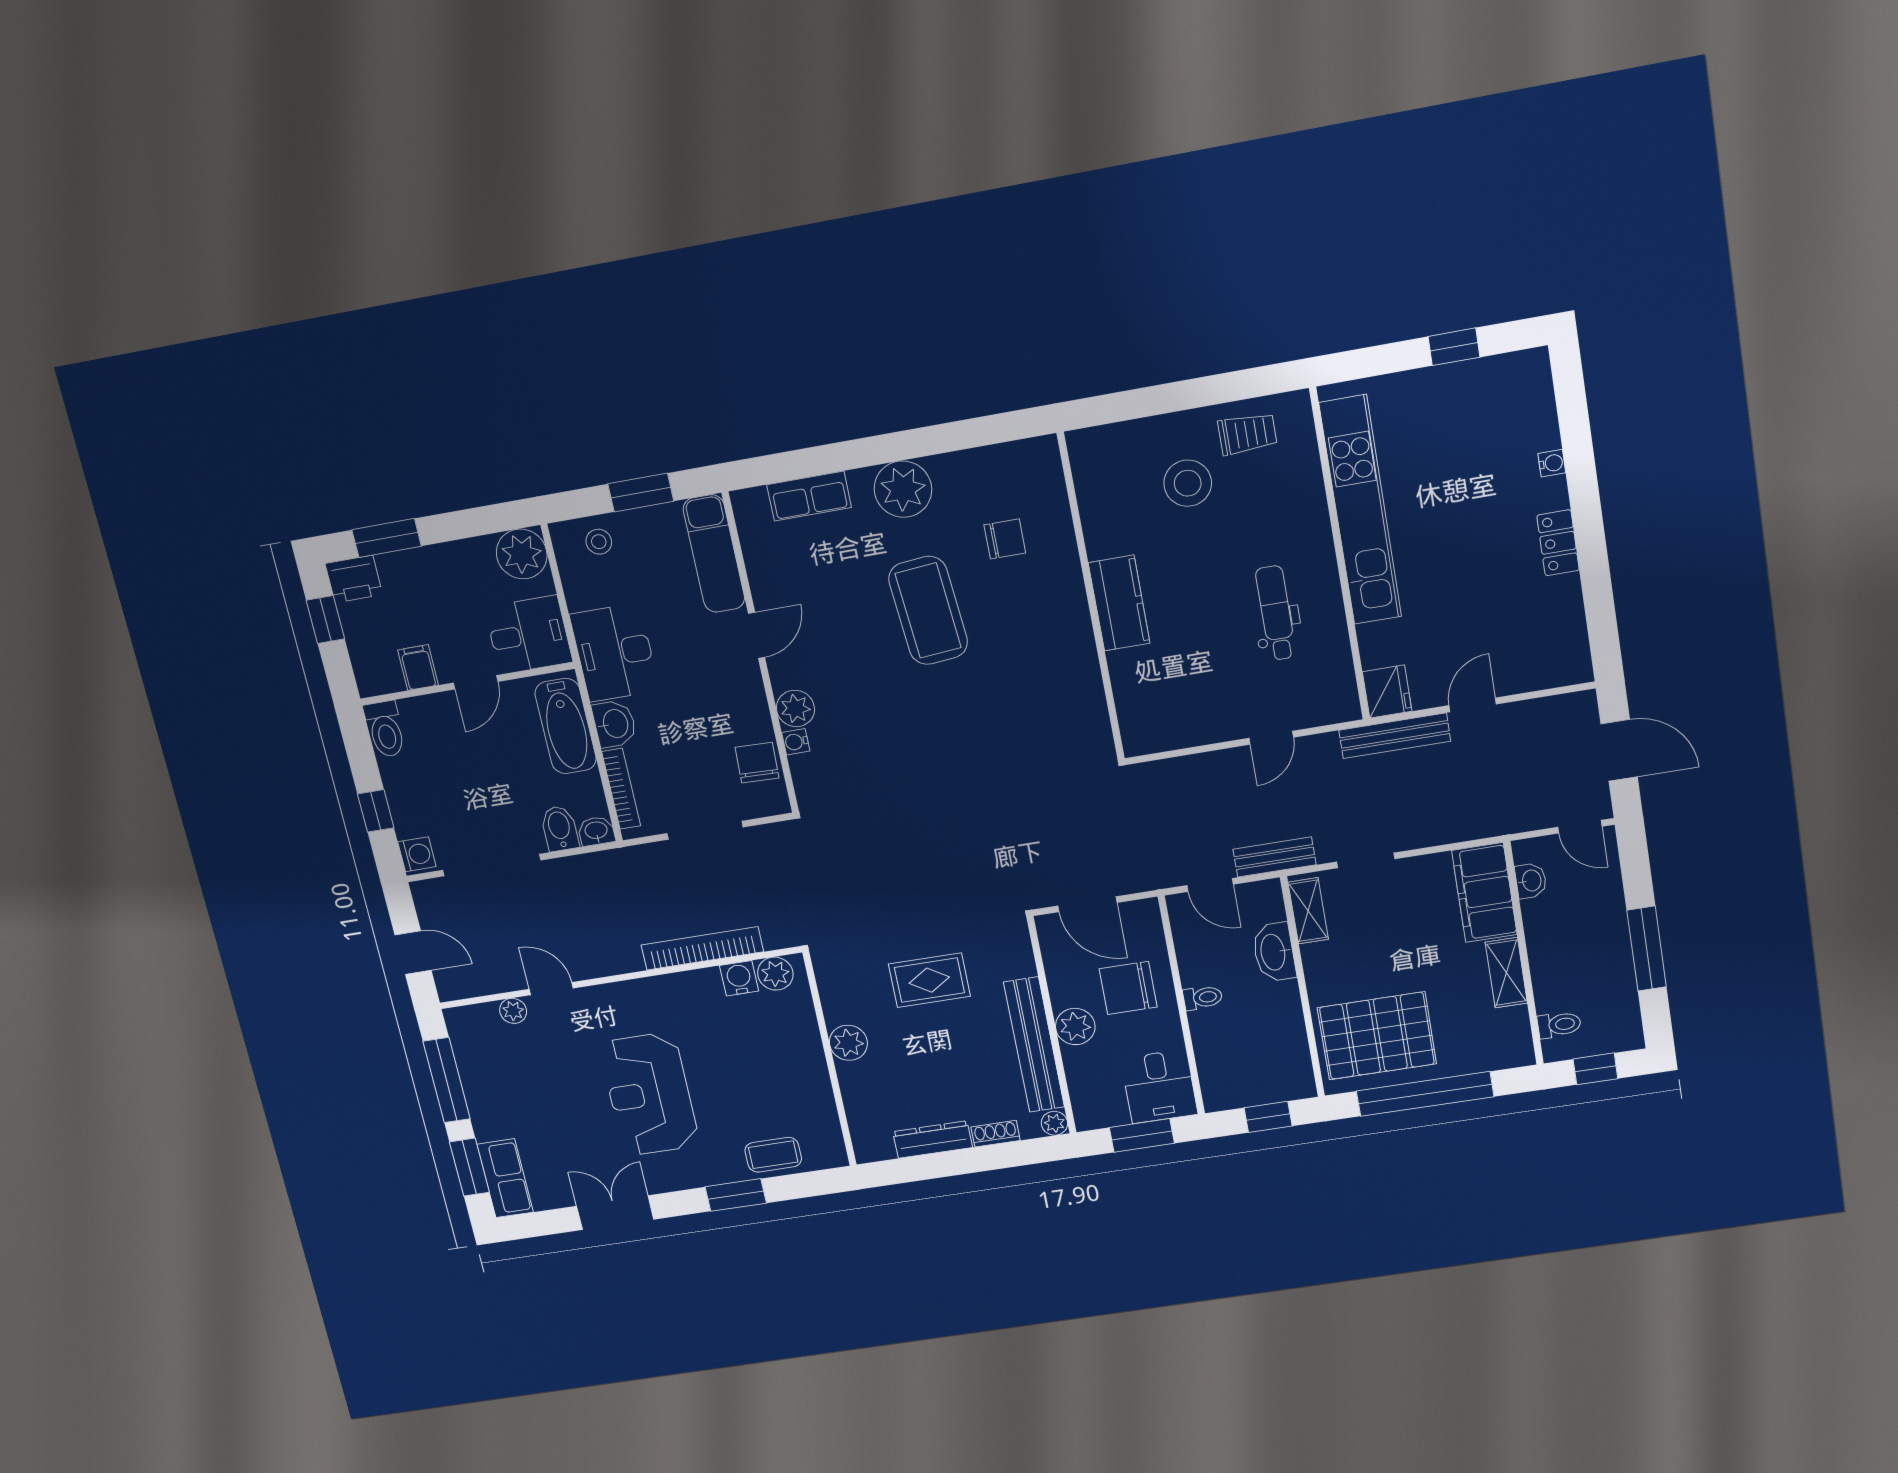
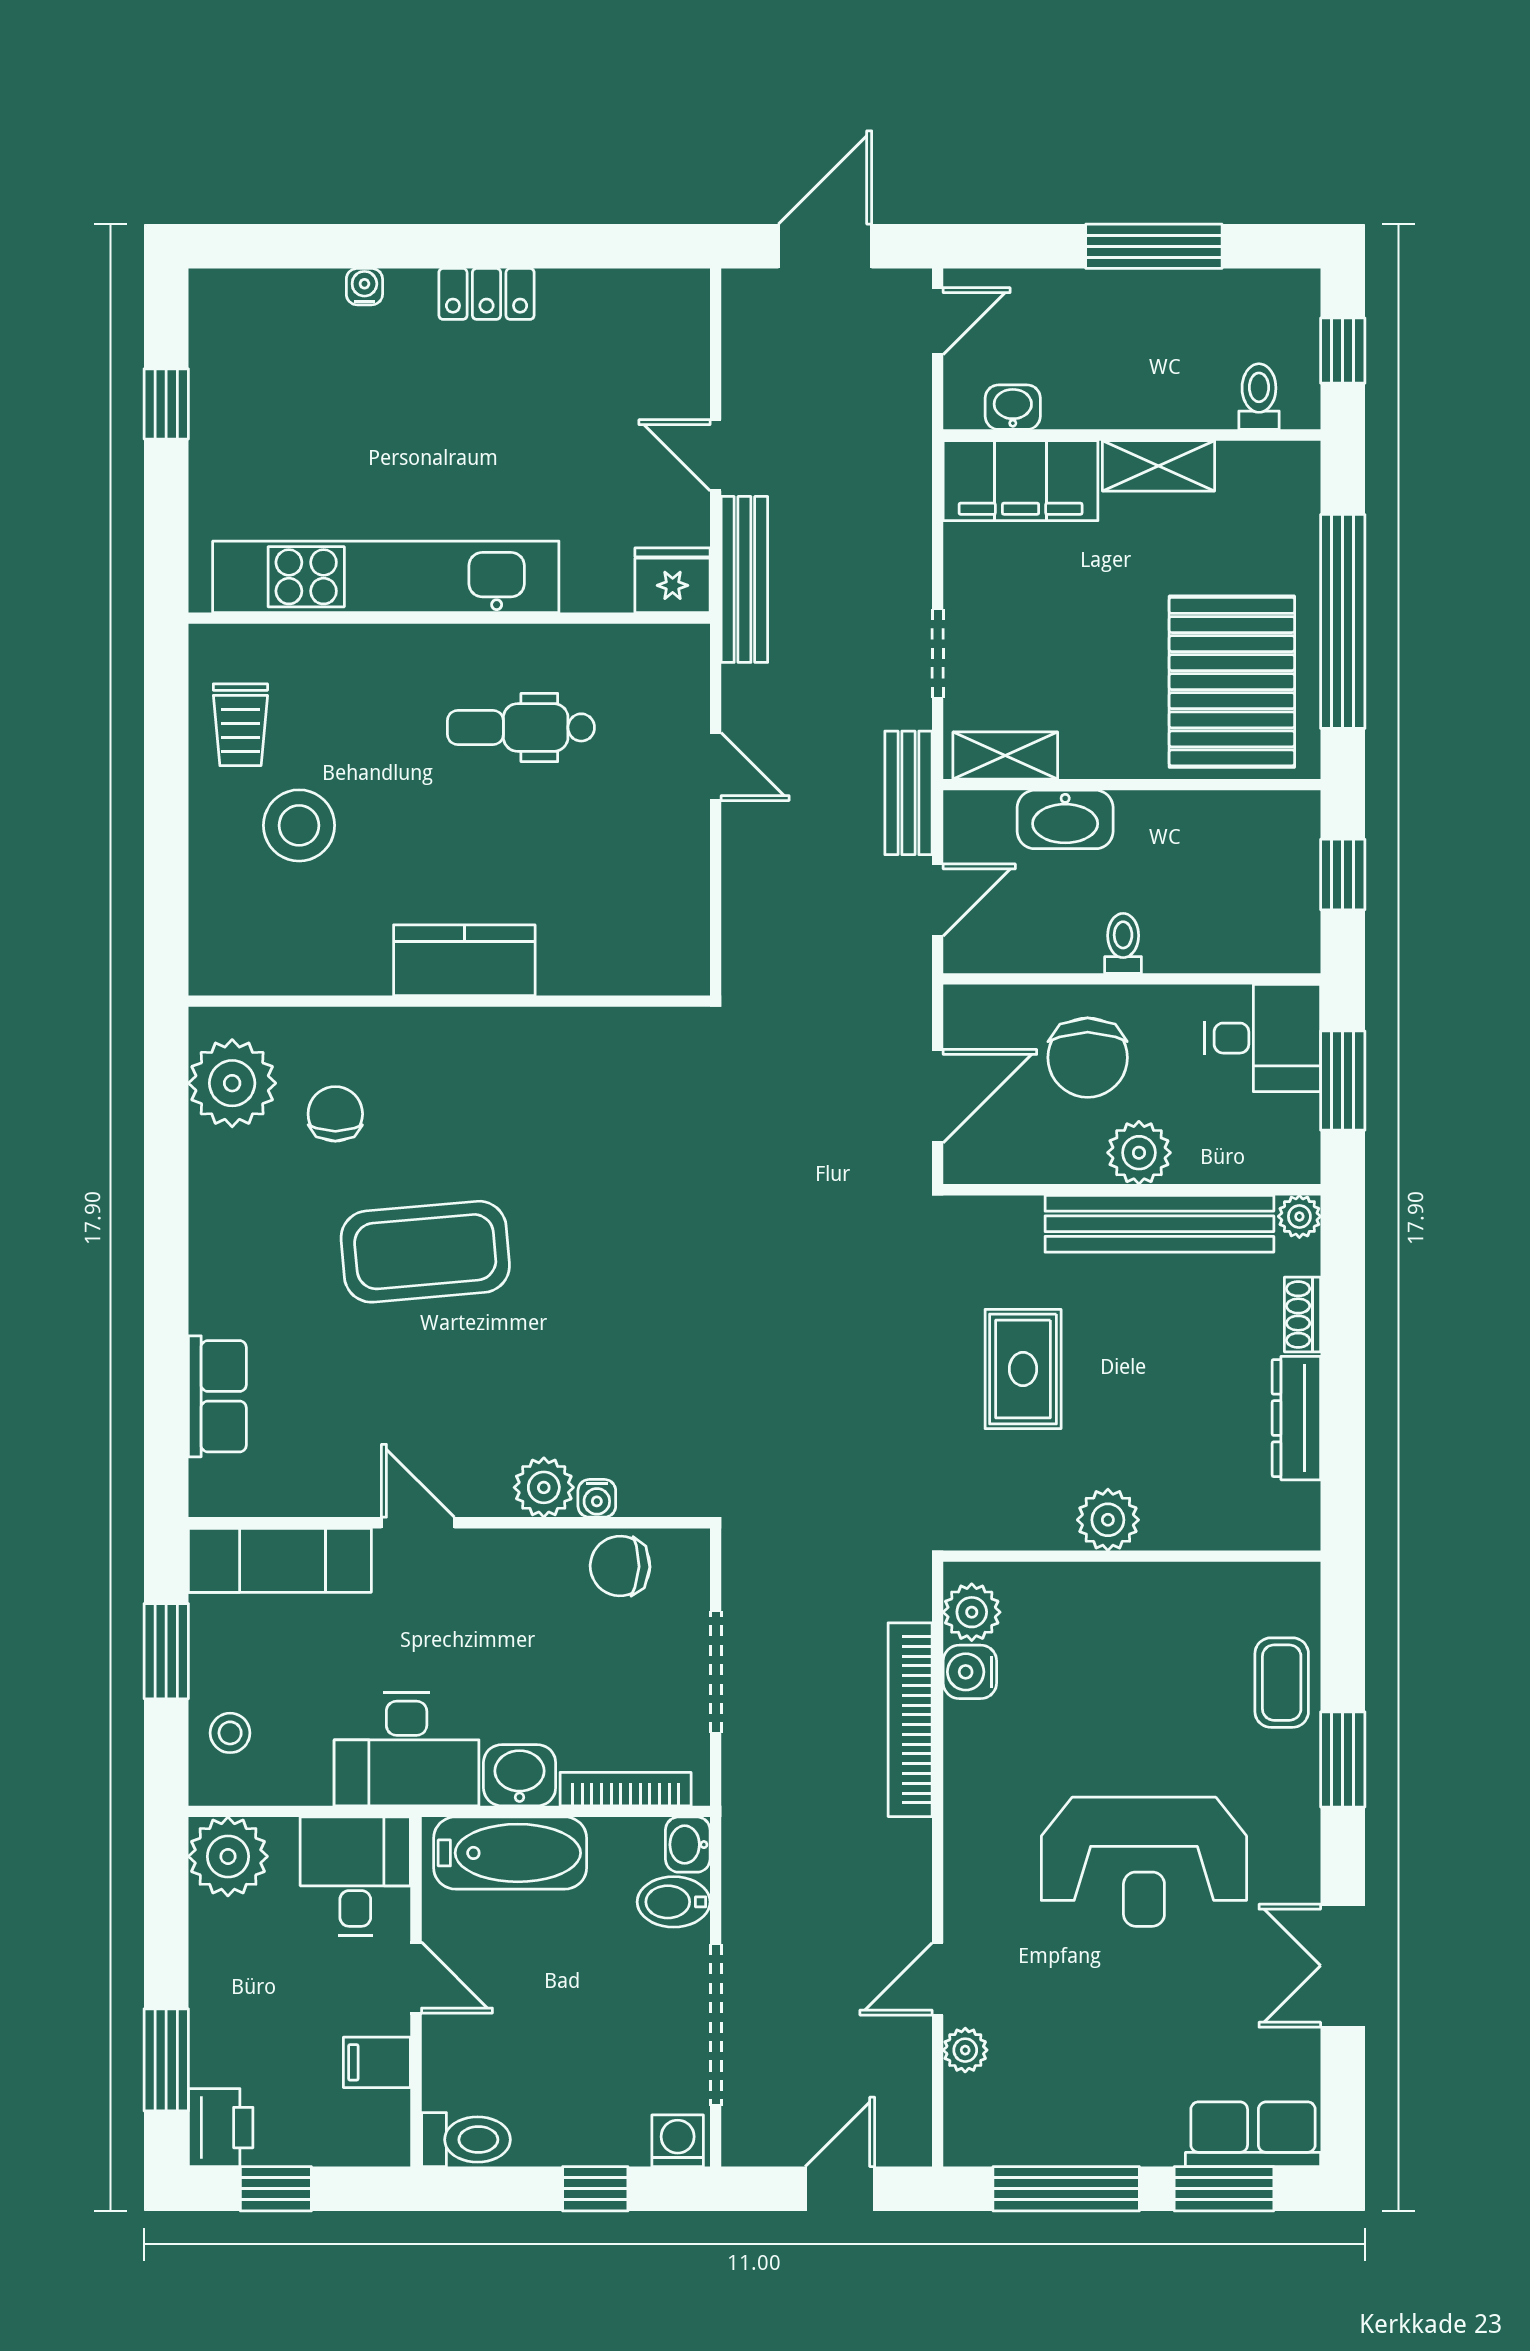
trolley: (1247, 434) -> (240, 725), turned 180
plant: (903, 489) -> (232, 1083), moved

